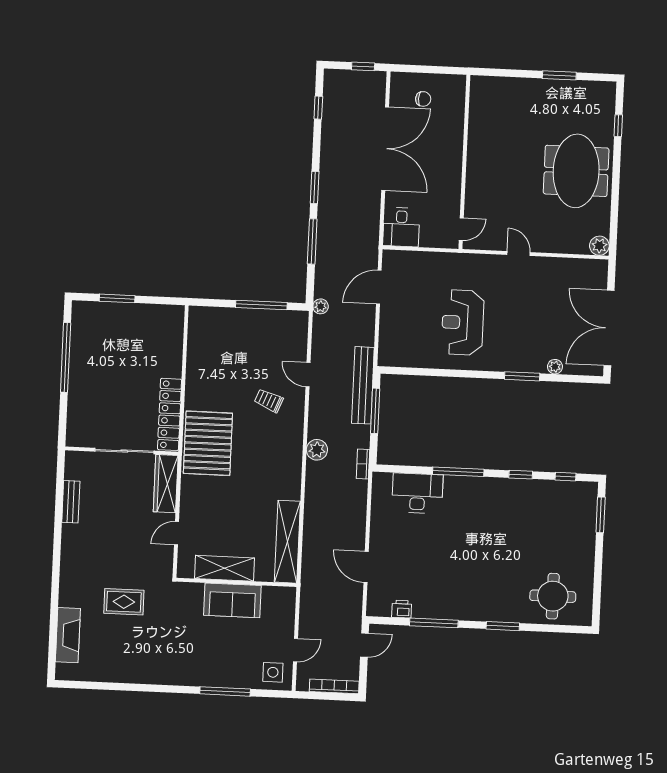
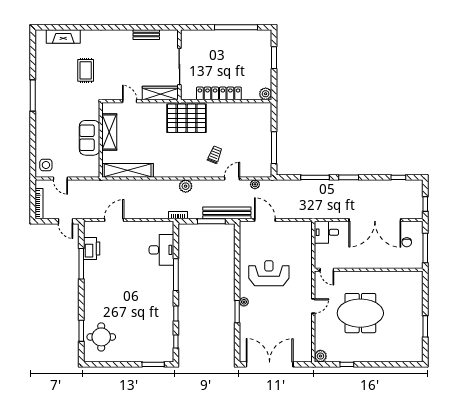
window: (434, 70) -> (425, 248), added
window: (618, 126) -> (347, 364), moved
meeting table: (576, 171) -> (360, 313), moved
door: (379, 287) -> (265, 220), moved
plant: (321, 306) -> (255, 184), moved
plant: (175, 315) -> (266, 94), added
plant: (555, 367) -> (244, 302), moved
locker: (170, 414) -> (219, 93), moved
printer: (402, 609) -> (92, 249), width x1.87, depth x1.48
window: (503, 626) -> (81, 331), moved
window: (225, 691) -> (33, 95), moved

